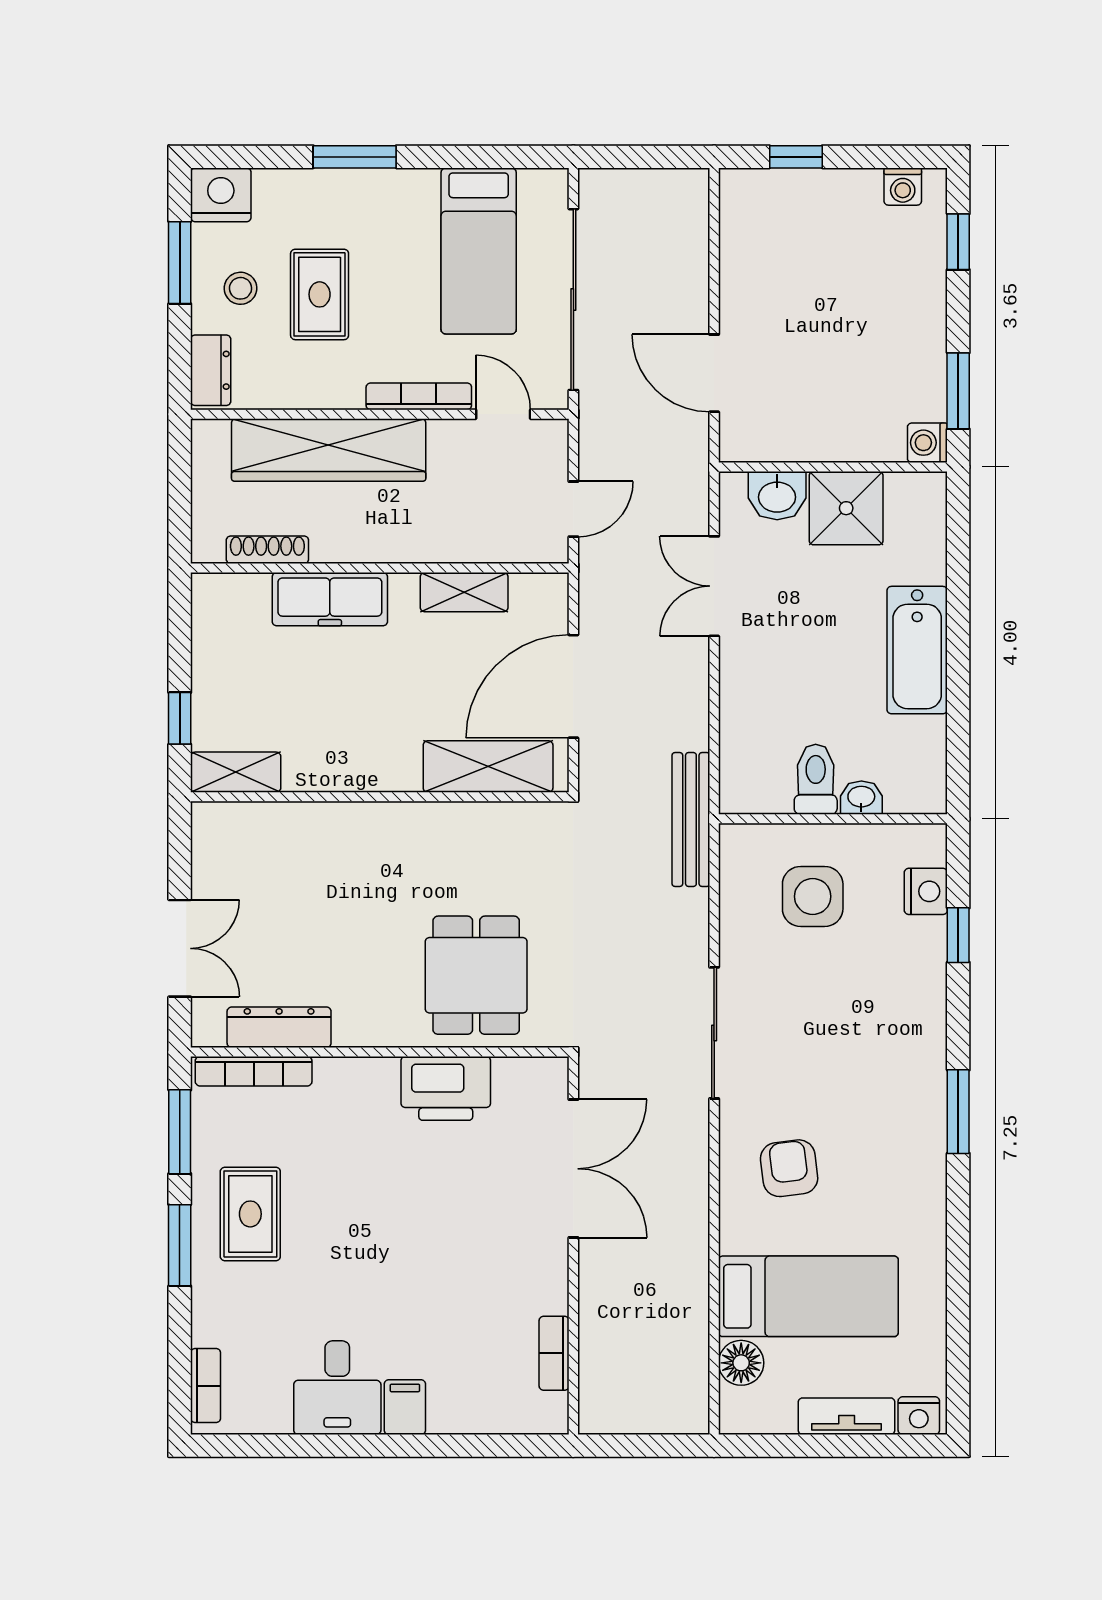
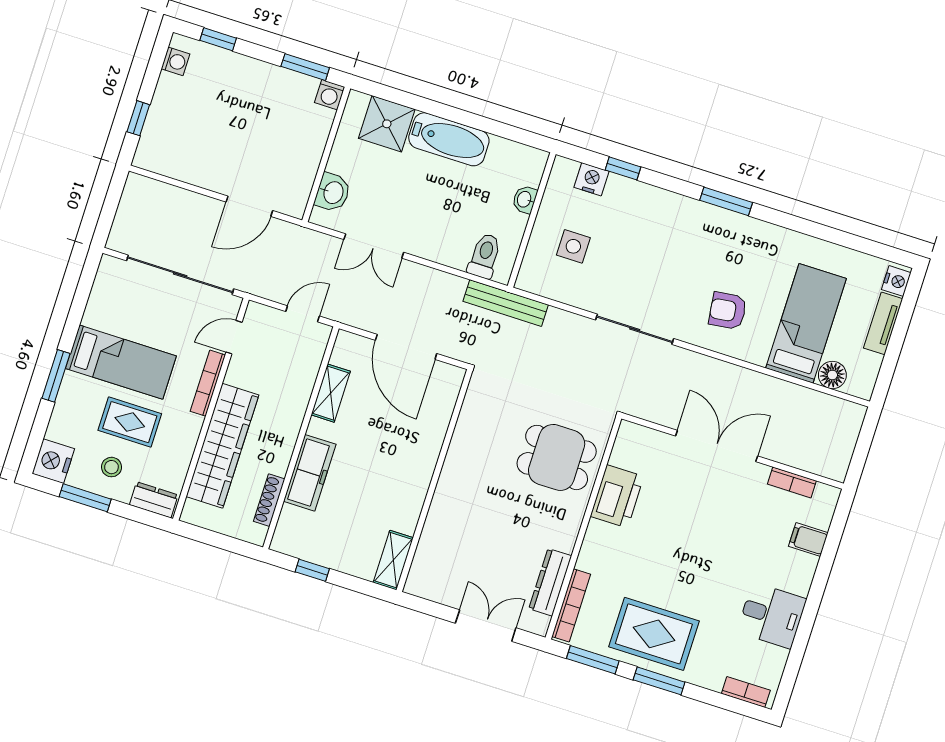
bed: (479, 251) -> (121, 362), moved
shower: (846, 508) -> (387, 124), moved
door: (573, 509) -> (303, 314), hinge flipped
window: (180, 718) -> (312, 570), moved
shelving: (488, 767) -> (437, 412), removed
toilet: (816, 779) -> (485, 256), moved, turned 90
side table: (813, 896) -> (573, 246), width x0.73, depth x0.73
double door: (573, 1169) -> (717, 446), moved
rug: (250, 1214) -> (654, 634), width x1.36, depth x1.43
filing cabinet: (405, 1407) -> (808, 540), moved

